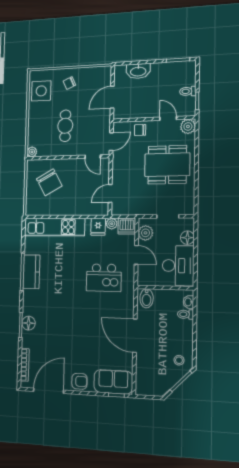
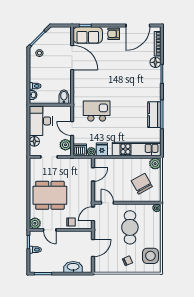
cafe table: (65, 126) -> (130, 227), width x1.37, depth x1.35
plant: (32, 208) -> (155, 164), added
floor lamp: (29, 323) -> (155, 62), moved
door: (135, 336) -> (72, 58), moved

